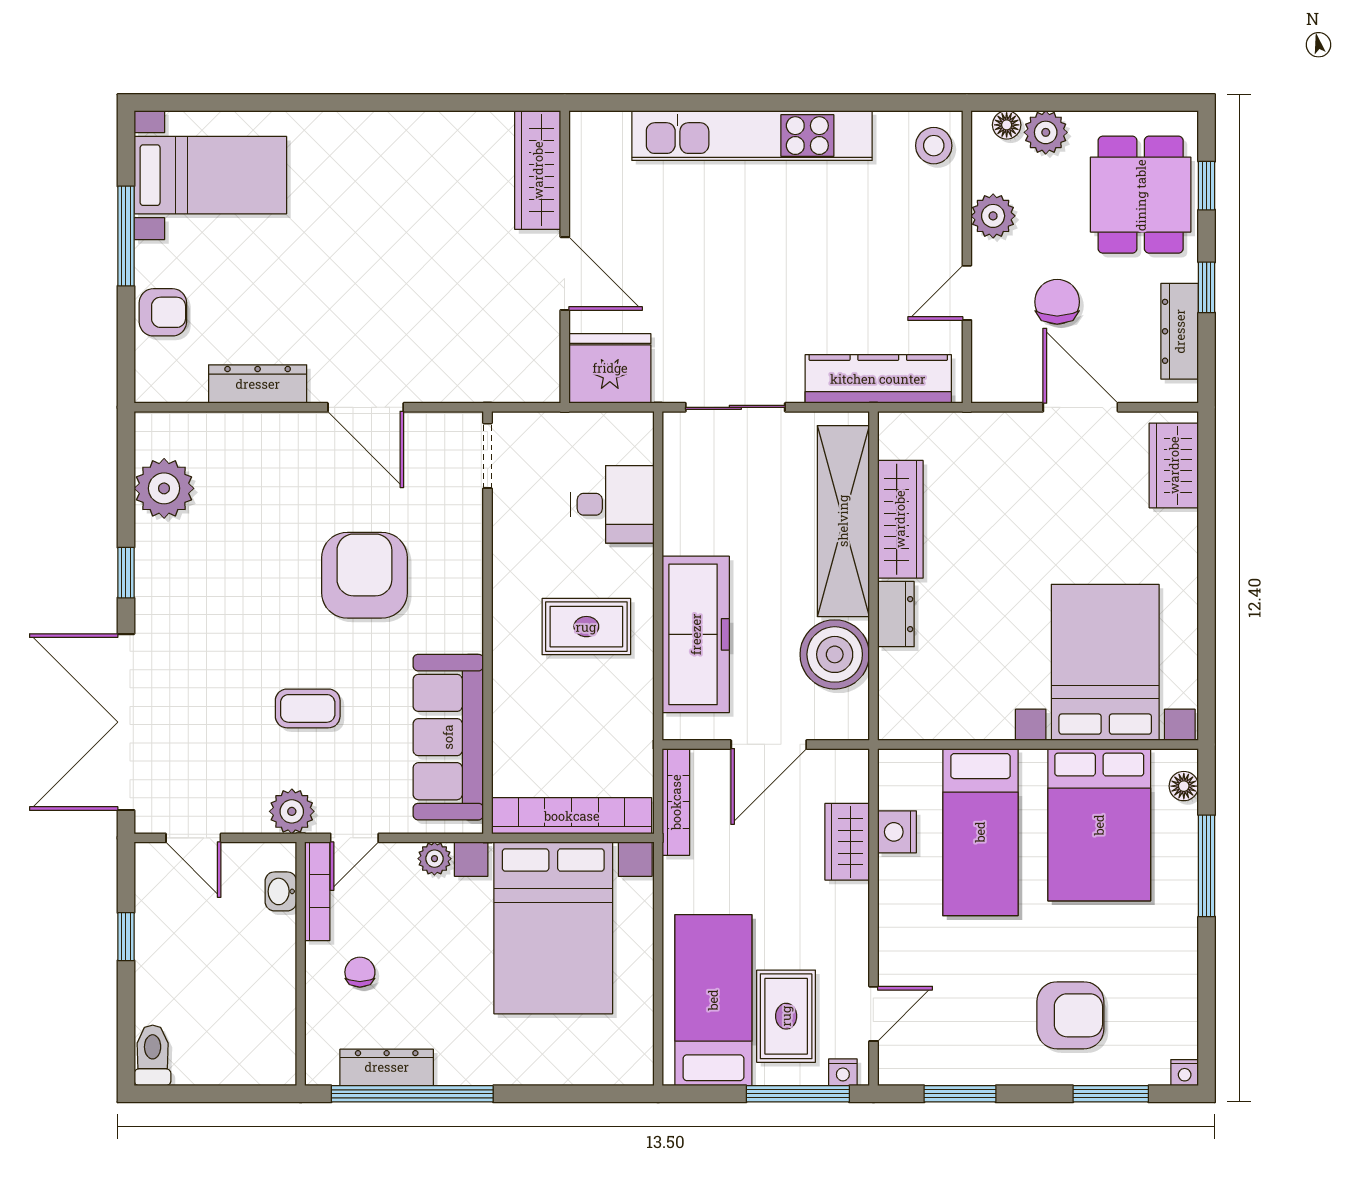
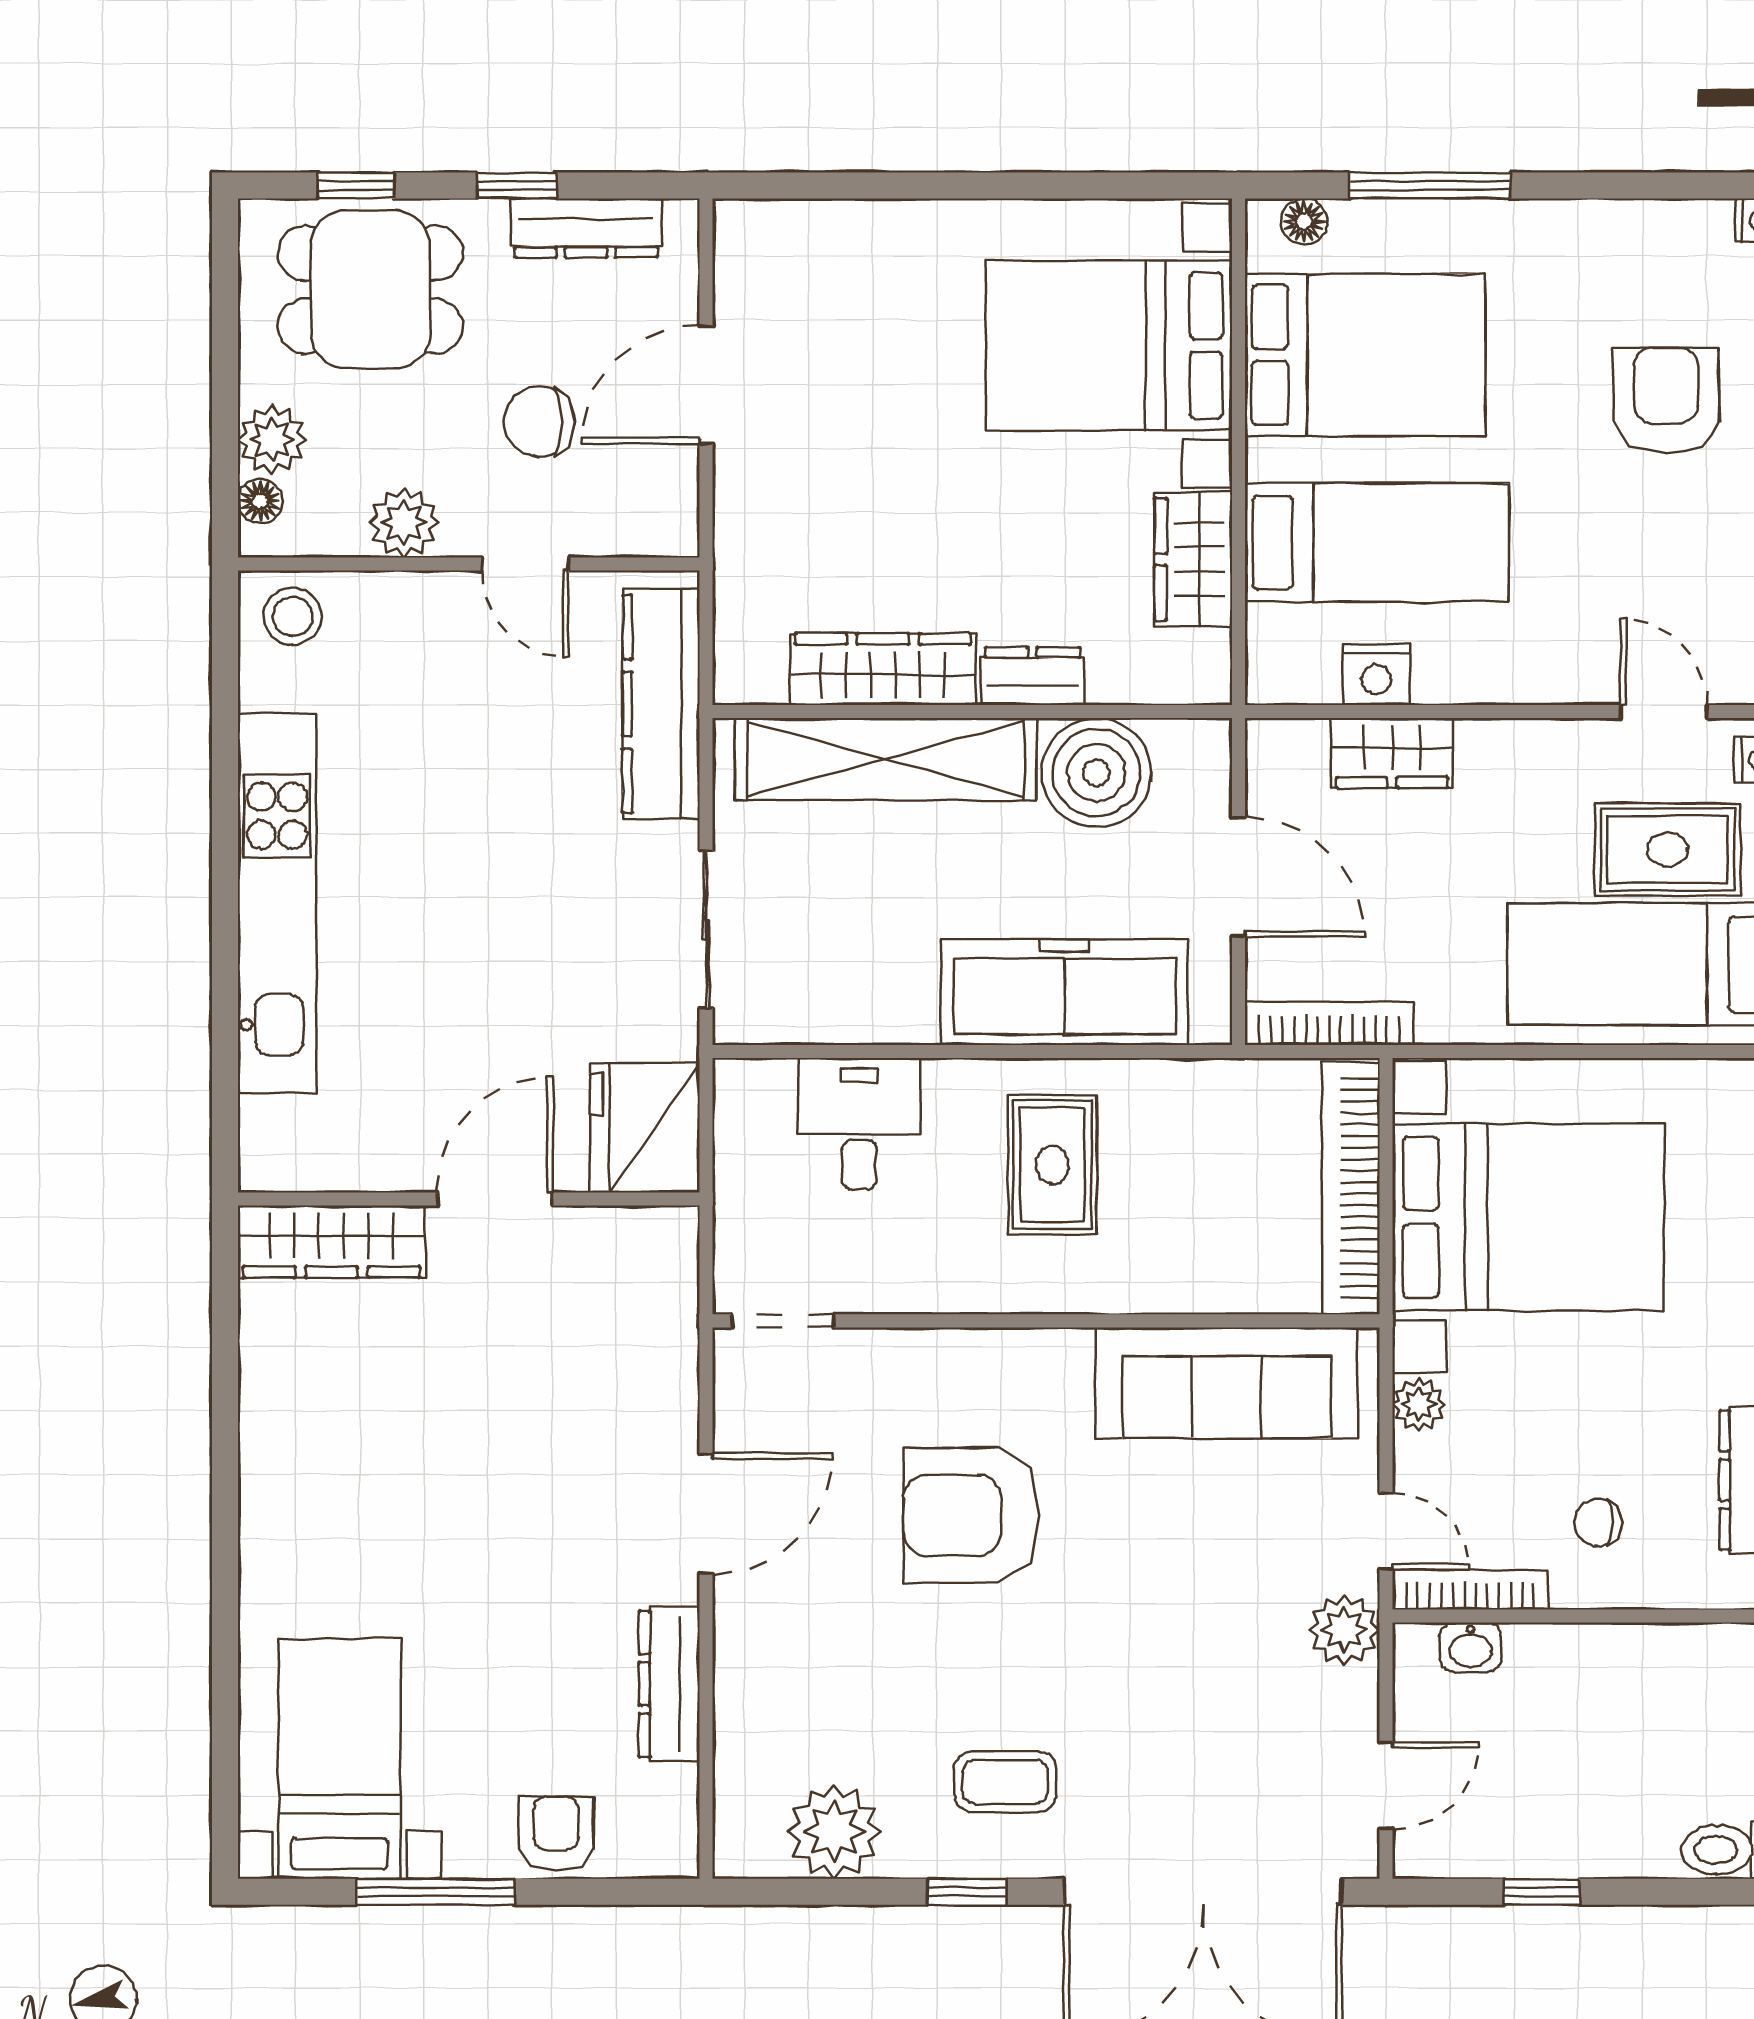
wardrobe: (1174, 465) -> (1193, 559), moved, turned 90
coffee table: (308, 708) -> (1005, 1782), moved, turned 90

